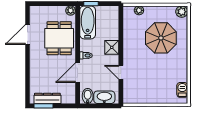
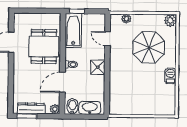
plant: (71, 11) -> (55, 109), moved
shower: (112, 47) -> (98, 67), moved
door: (121, 72) -> (108, 39), moved
barbecue: (182, 90) -> (170, 76), moved

